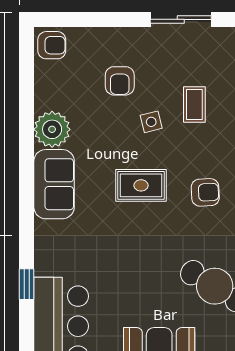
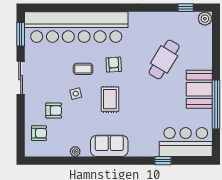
armchair: (52, 45) -> (39, 133), moved, turned 90
coffee table: (194, 104) -> (83, 69), moved
plant: (52, 129) -> (75, 152), width x0.53, depth x0.53

